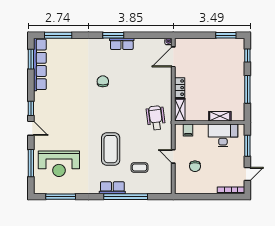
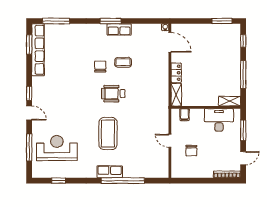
door: (173, 57) -> (170, 42), swing flipped
shelving: (220, 116) -> (230, 101), moved
wheelchair: (156, 118) -> (113, 94), moved, turned -83
reception desk: (59, 164) -> (57, 148), turned 180
coffee table: (139, 168) -> (123, 62), moved
window: (61, 197) -> (59, 181), width x0.46

